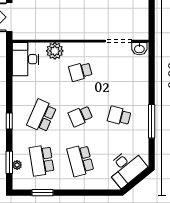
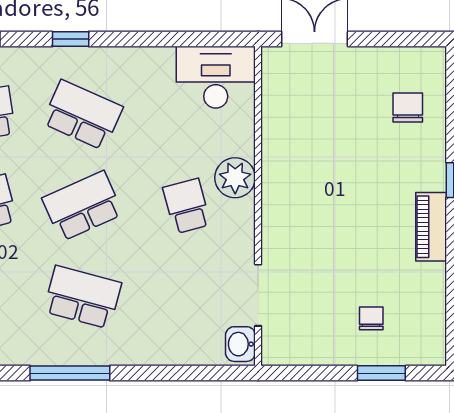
plant: (55, 51) -> (235, 178), moved
school desk: (80, 116) -> (82, 206), width x1.85
school desk: (119, 116) -> (82, 297), width x1.85

